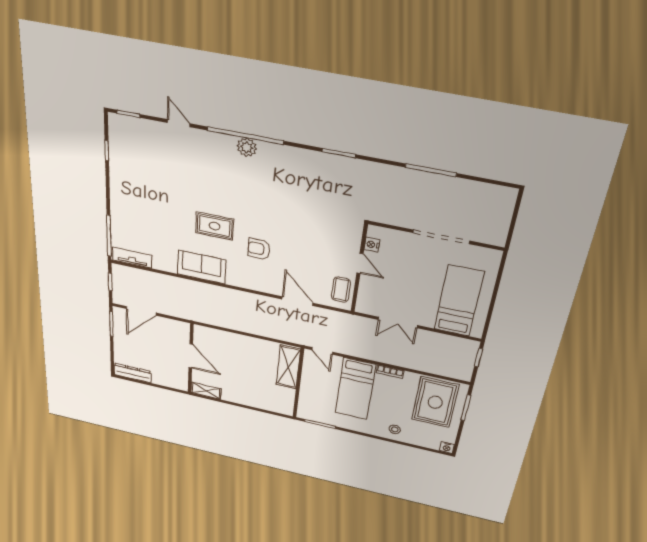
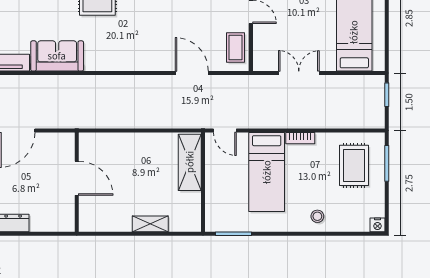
armchair: (259, 249) -> (146, 19), removed
sofa: (201, 267) -> (57, 56), moved
double door: (398, 323) -> (299, 73), swing flipped
shelving: (206, 391) -> (150, 224), moved
rug: (435, 402) -> (354, 165), width x0.73, depth x0.70

